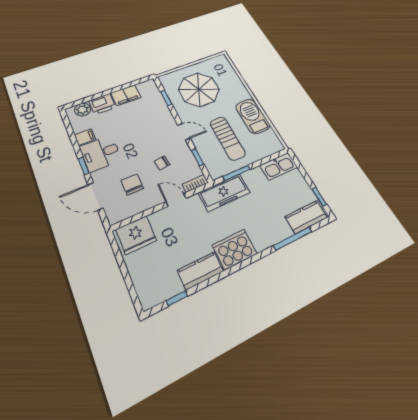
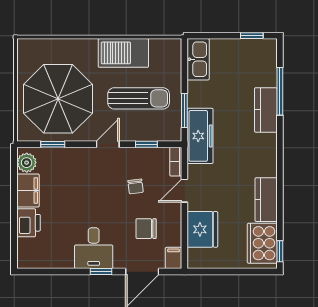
parasol: (199, 90) -> (58, 99), width x1.36, depth x1.36
plant: (83, 110) -> (27, 163), moved
filing cabinet: (85, 137) -> (173, 258), moved
kitchen counter: (306, 217) -> (266, 110), moved
fridge: (136, 235) -> (202, 229), moved
cooker: (235, 249) -> (262, 243), moved
window: (177, 298) -> (280, 251), moved

